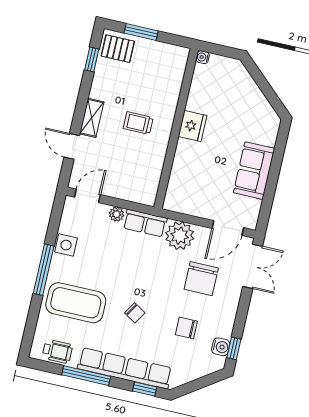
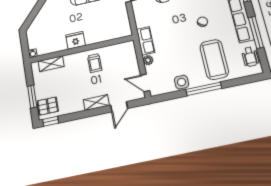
pallet: (118, 49) -> (48, 106), turned 90
window: (92, 60) -> (51, 121), moved
shelving: (175, 78) -> (51, 64), added
trolley: (138, 123) -> (95, 63), moved
plant: (180, 236) -> (144, 17), removed
wheelchair: (57, 351) -> (250, 57), turned 180

